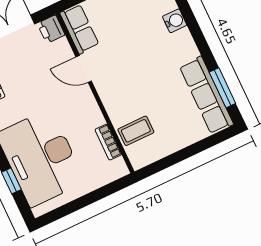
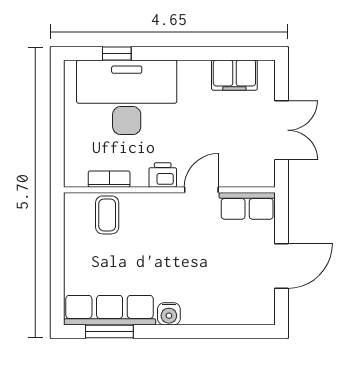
water cooler: (175, 21) -> (169, 314), moved
printer: (51, 29) -> (163, 175), moved

